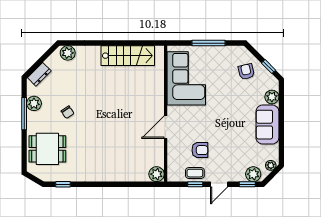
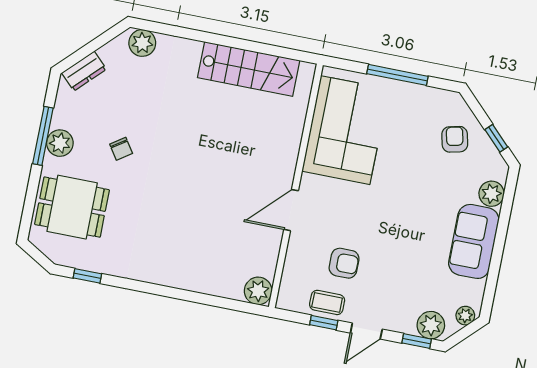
plant: (34, 103) -> (60, 143), moved

